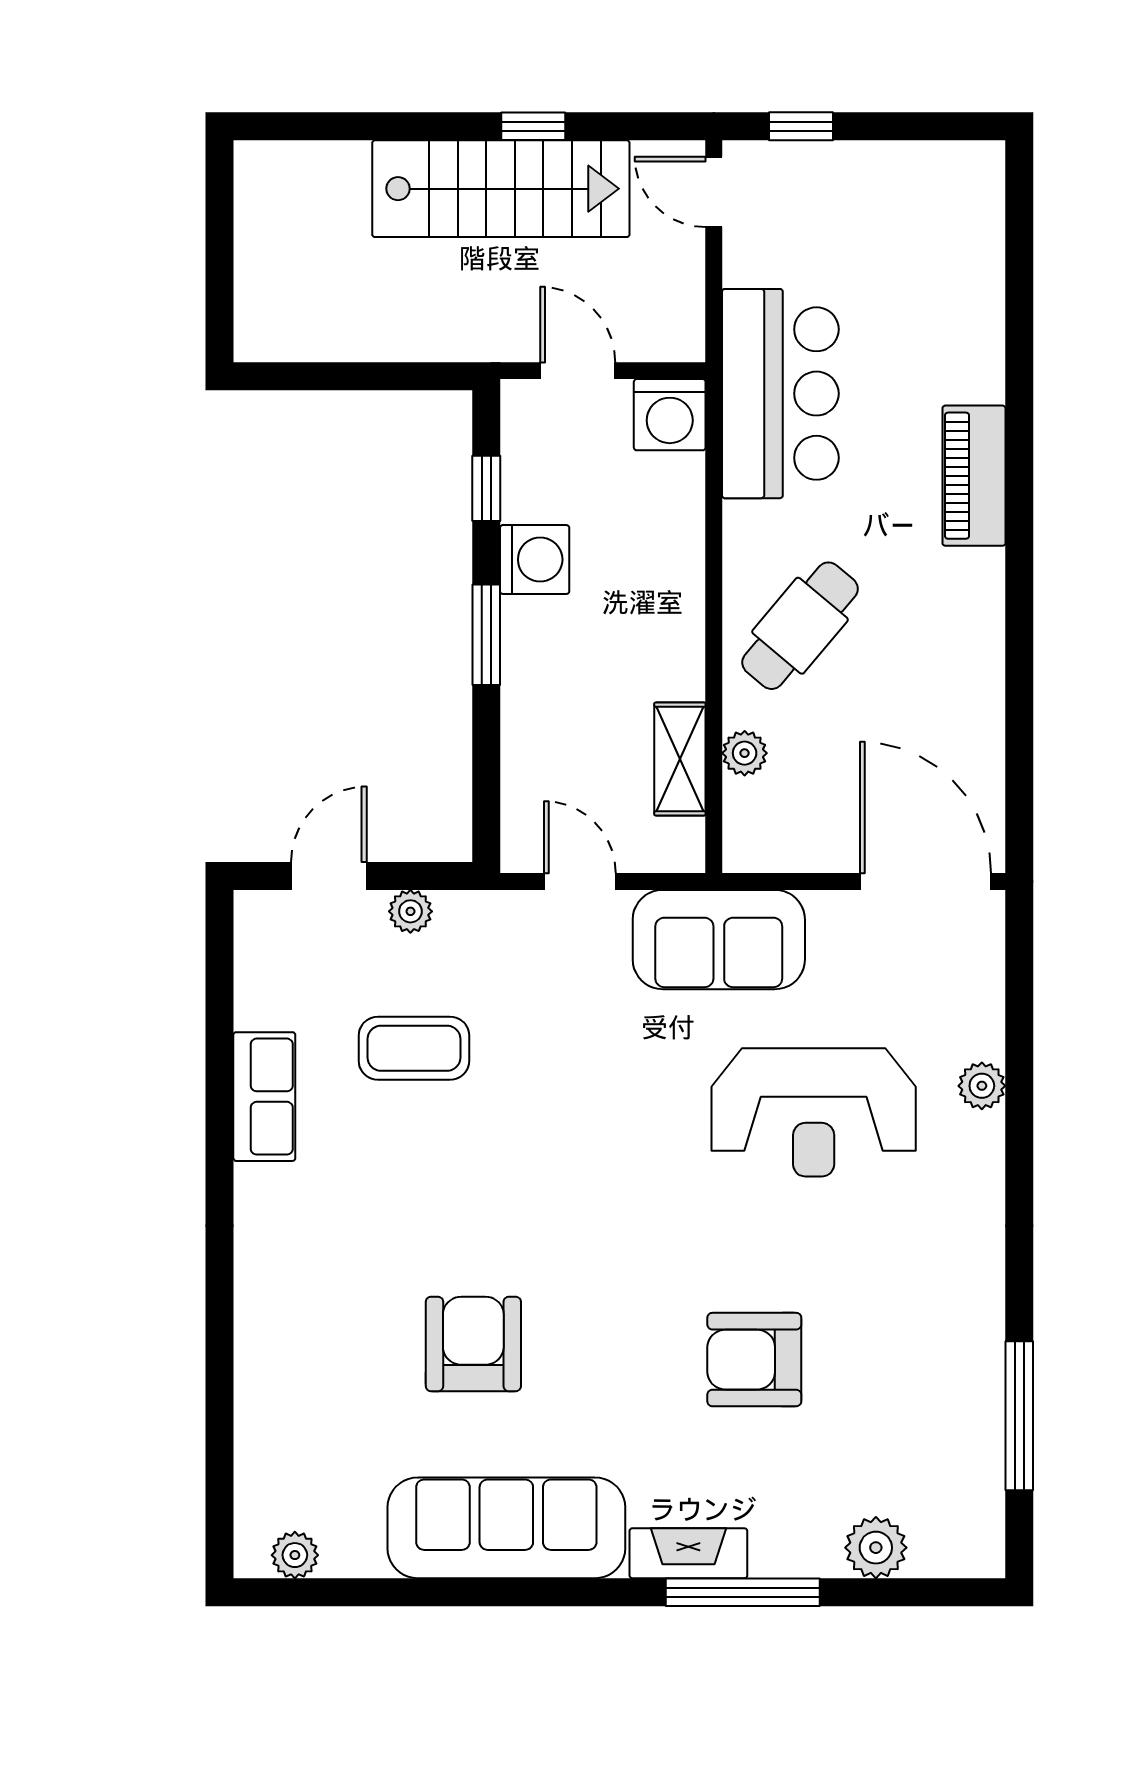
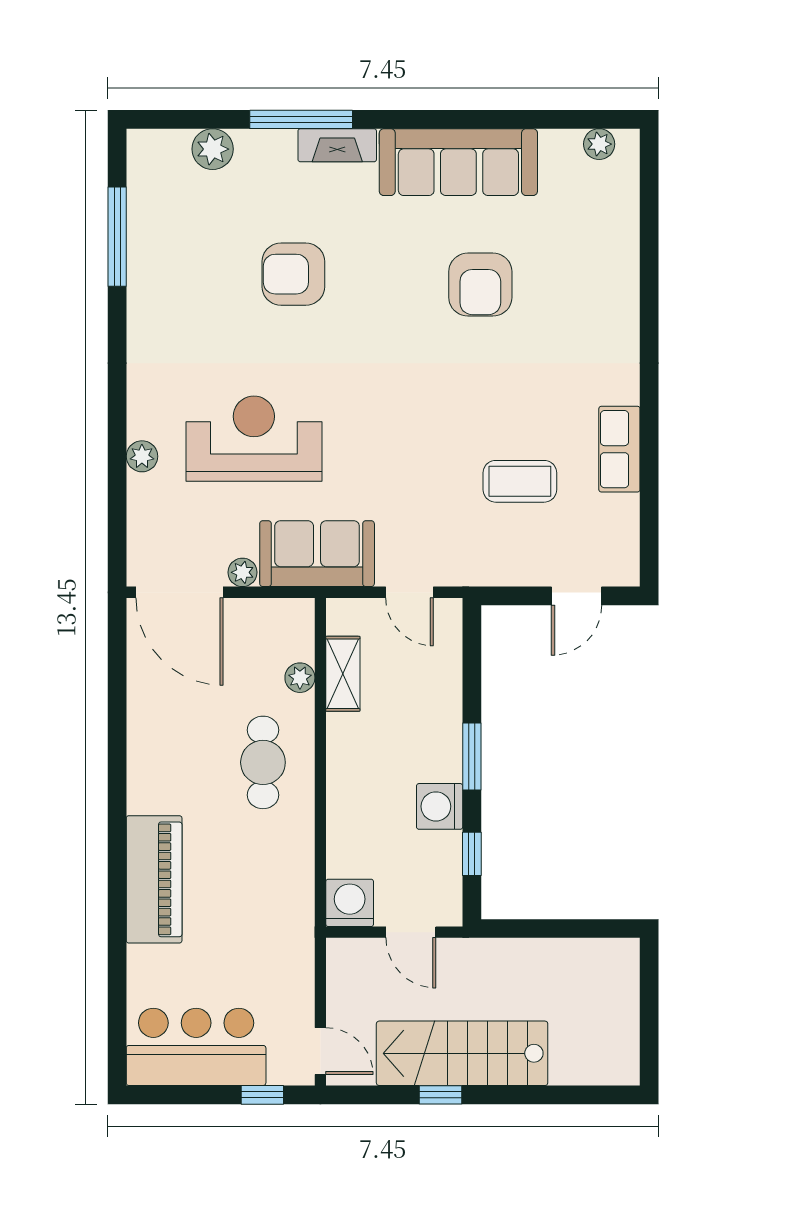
bar counter: (780, 394) -> (196, 1047), moved, turned 90
piano: (974, 476) -> (154, 879), width x1.37, depth x1.33
cafe table: (800, 626) -> (263, 762), turned -40
plant: (410, 911) -> (243, 572), moved
armchair: (754, 1360) -> (293, 274), turned 180

